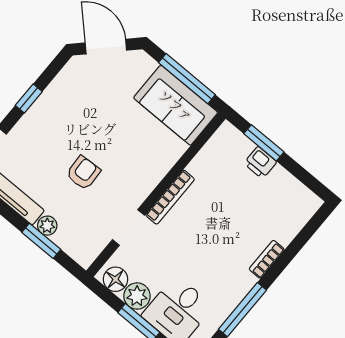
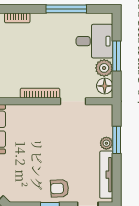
armchair: (83, 173) -> (60, 188), moved
bookcase: (267, 259) -> (17, 18), moved

